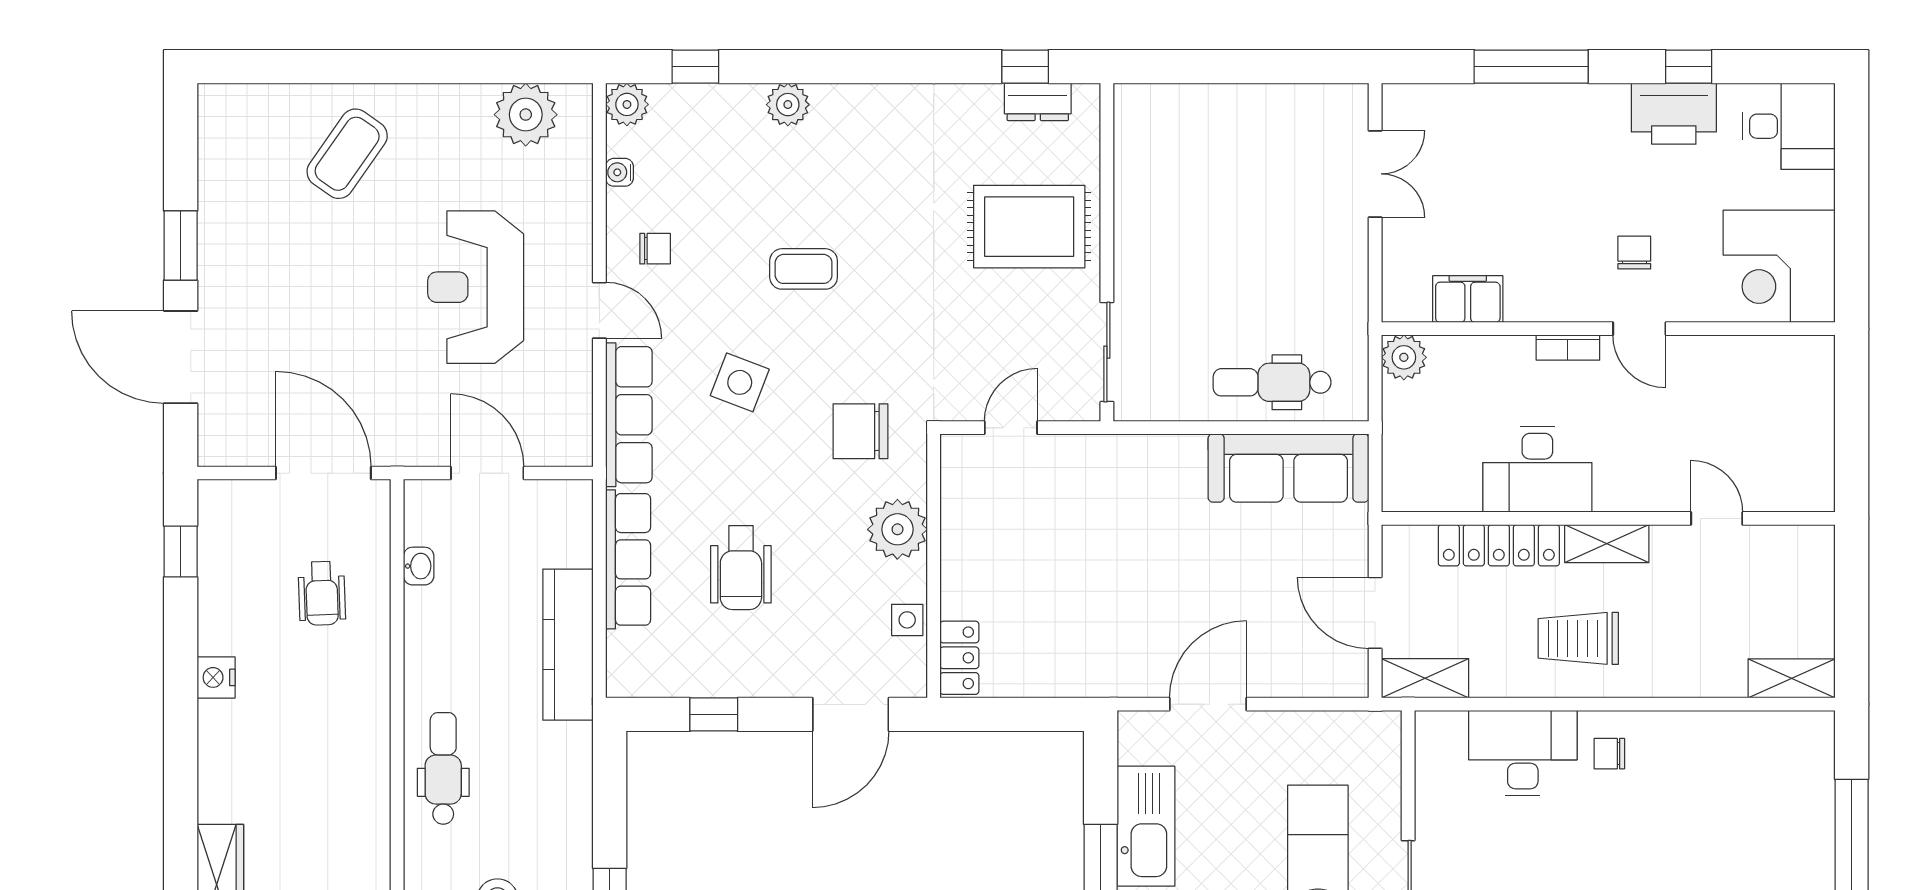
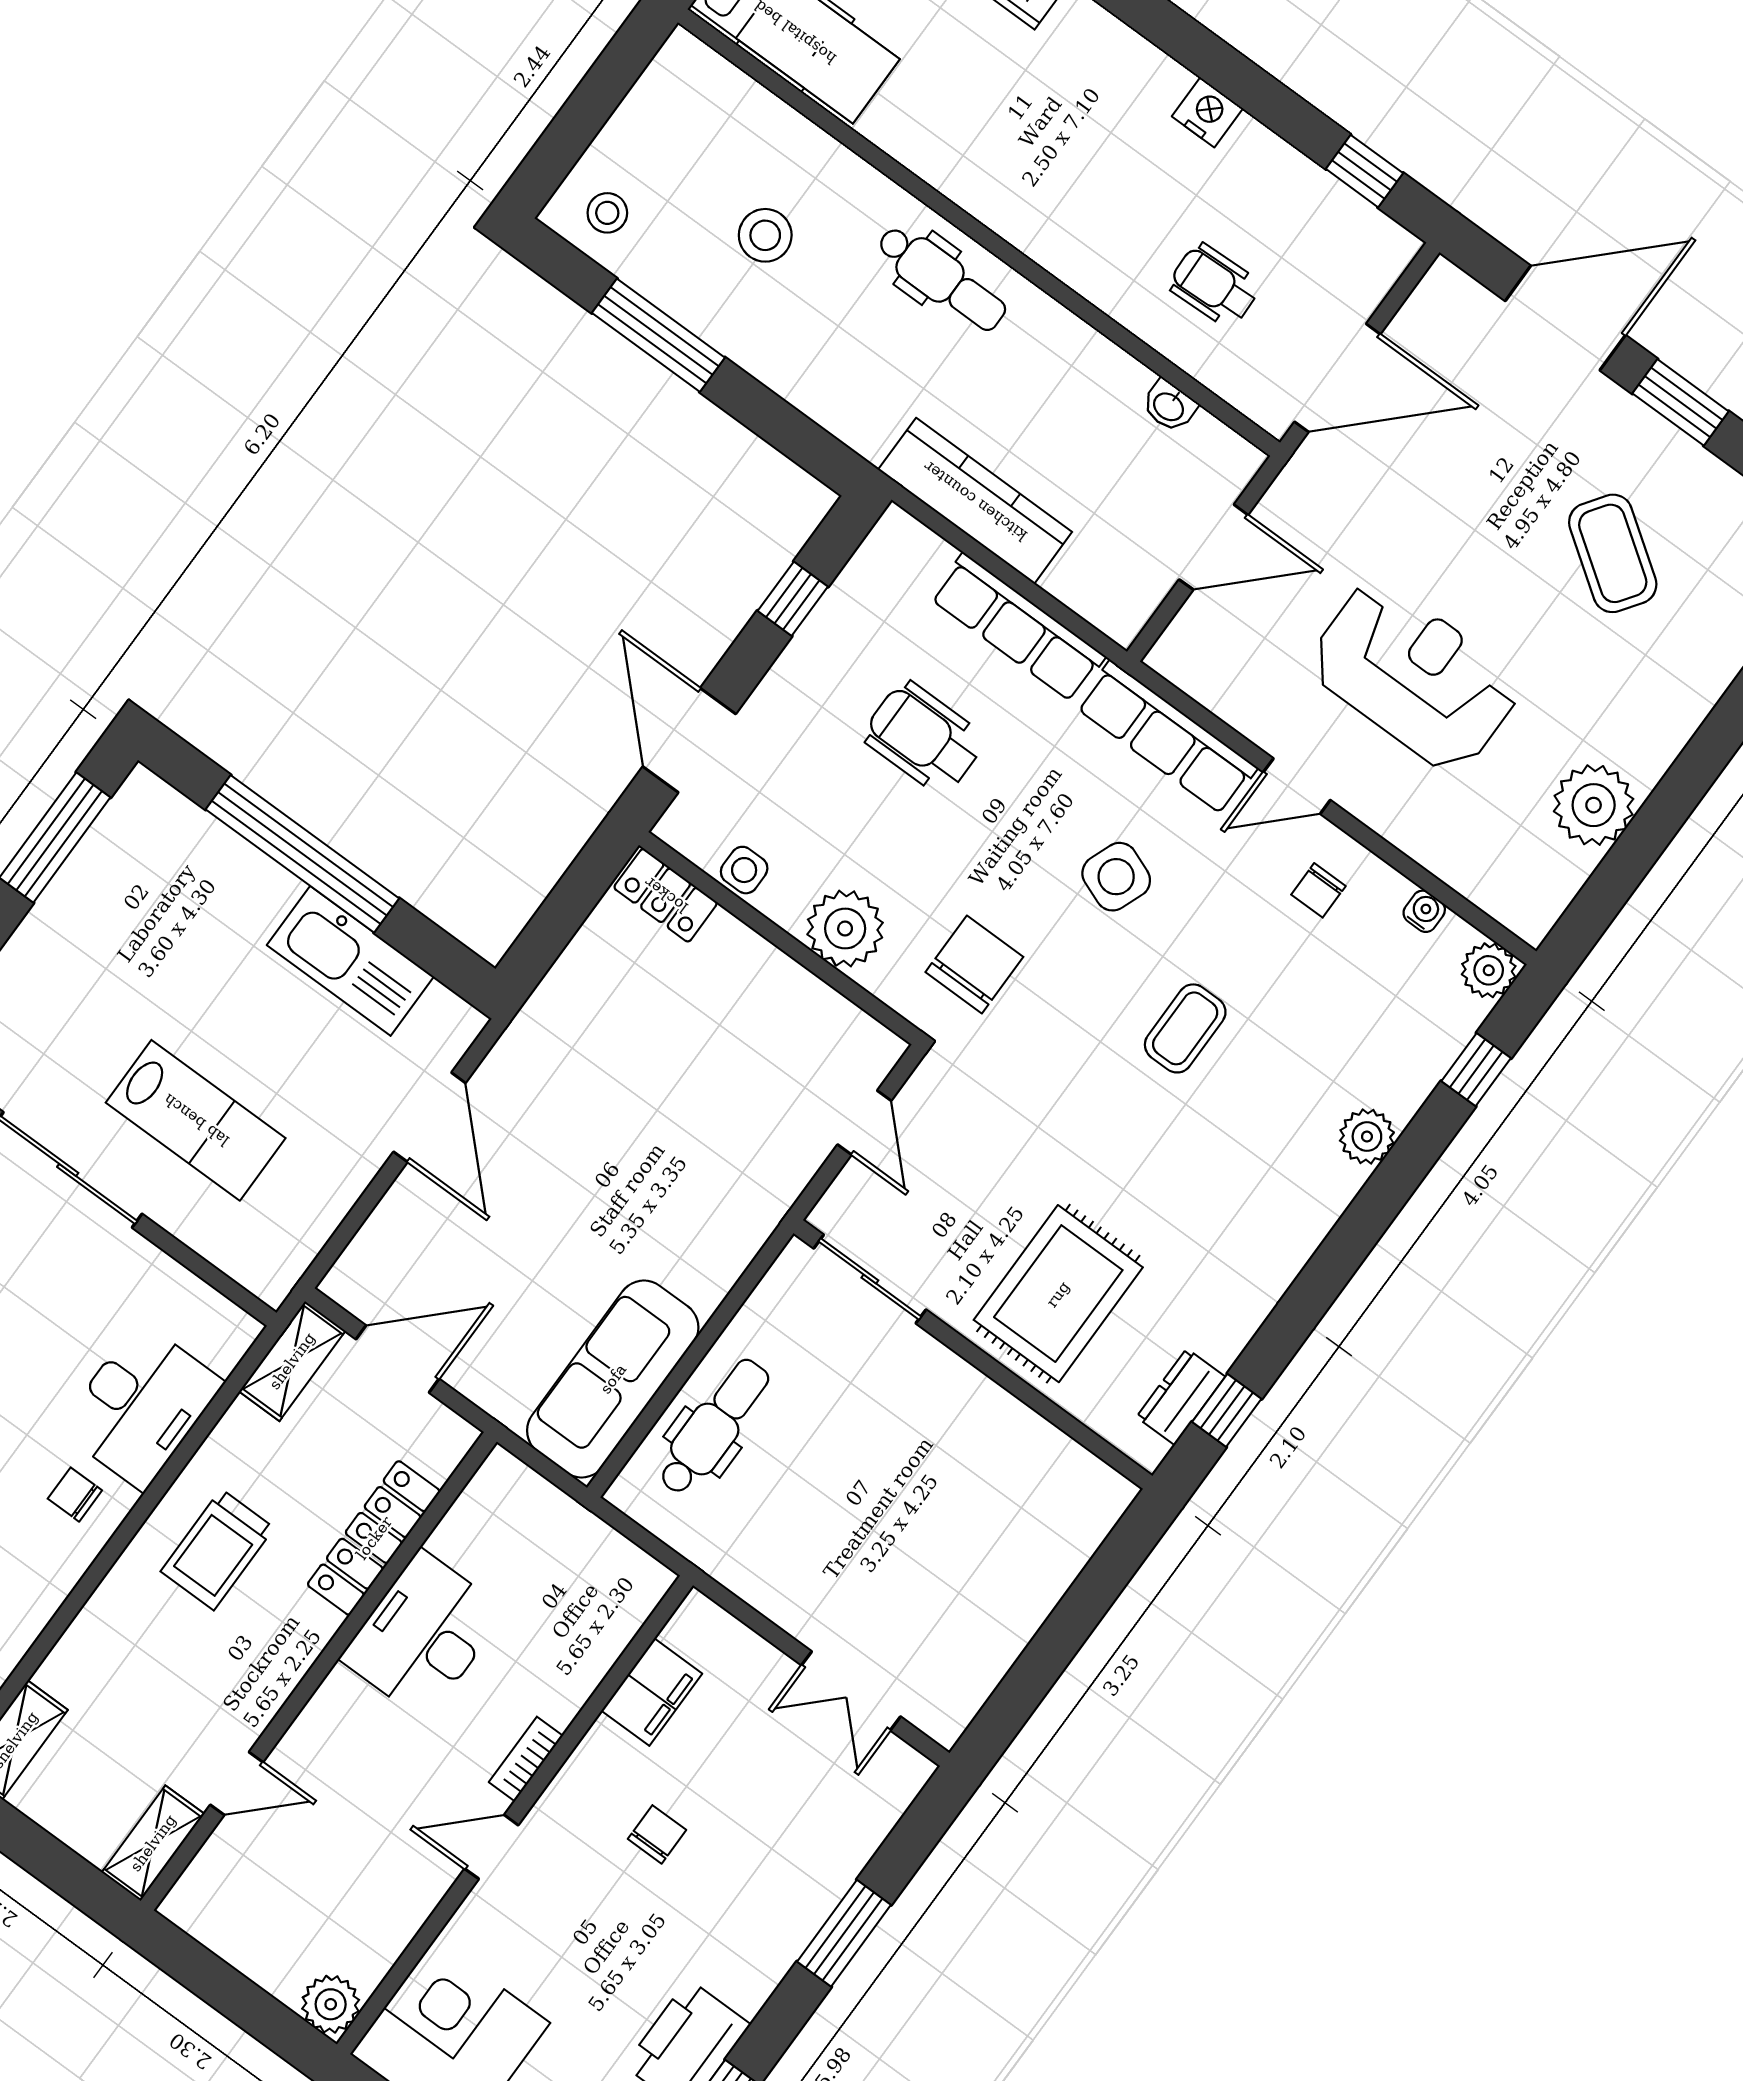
window: (1531, 67) -> (844, 1933), width x0.69
plant: (526, 115) -> (1594, 805), moved
coffee table: (347, 154) -> (1613, 553), moved
chair: (1634, 253) -> (657, 1834), moved, turned -90
plant: (1404, 357) -> (331, 2004), moved
shelving: (1607, 544) -> (153, 1843), moved
trolley: (1578, 638) -> (217, 1550), turned 180
chair: (1609, 754) -> (75, 1495), turned -90

